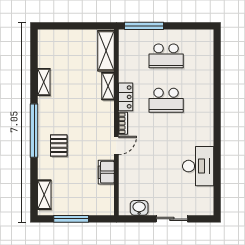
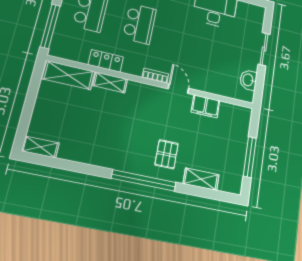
shelving: (44, 82) -> (40, 147), moved
locker: (126, 97) -> (106, 61), moved
pallet: (59, 146) -> (167, 154), turned 90
shelving: (44, 195) -> (201, 179), moved

